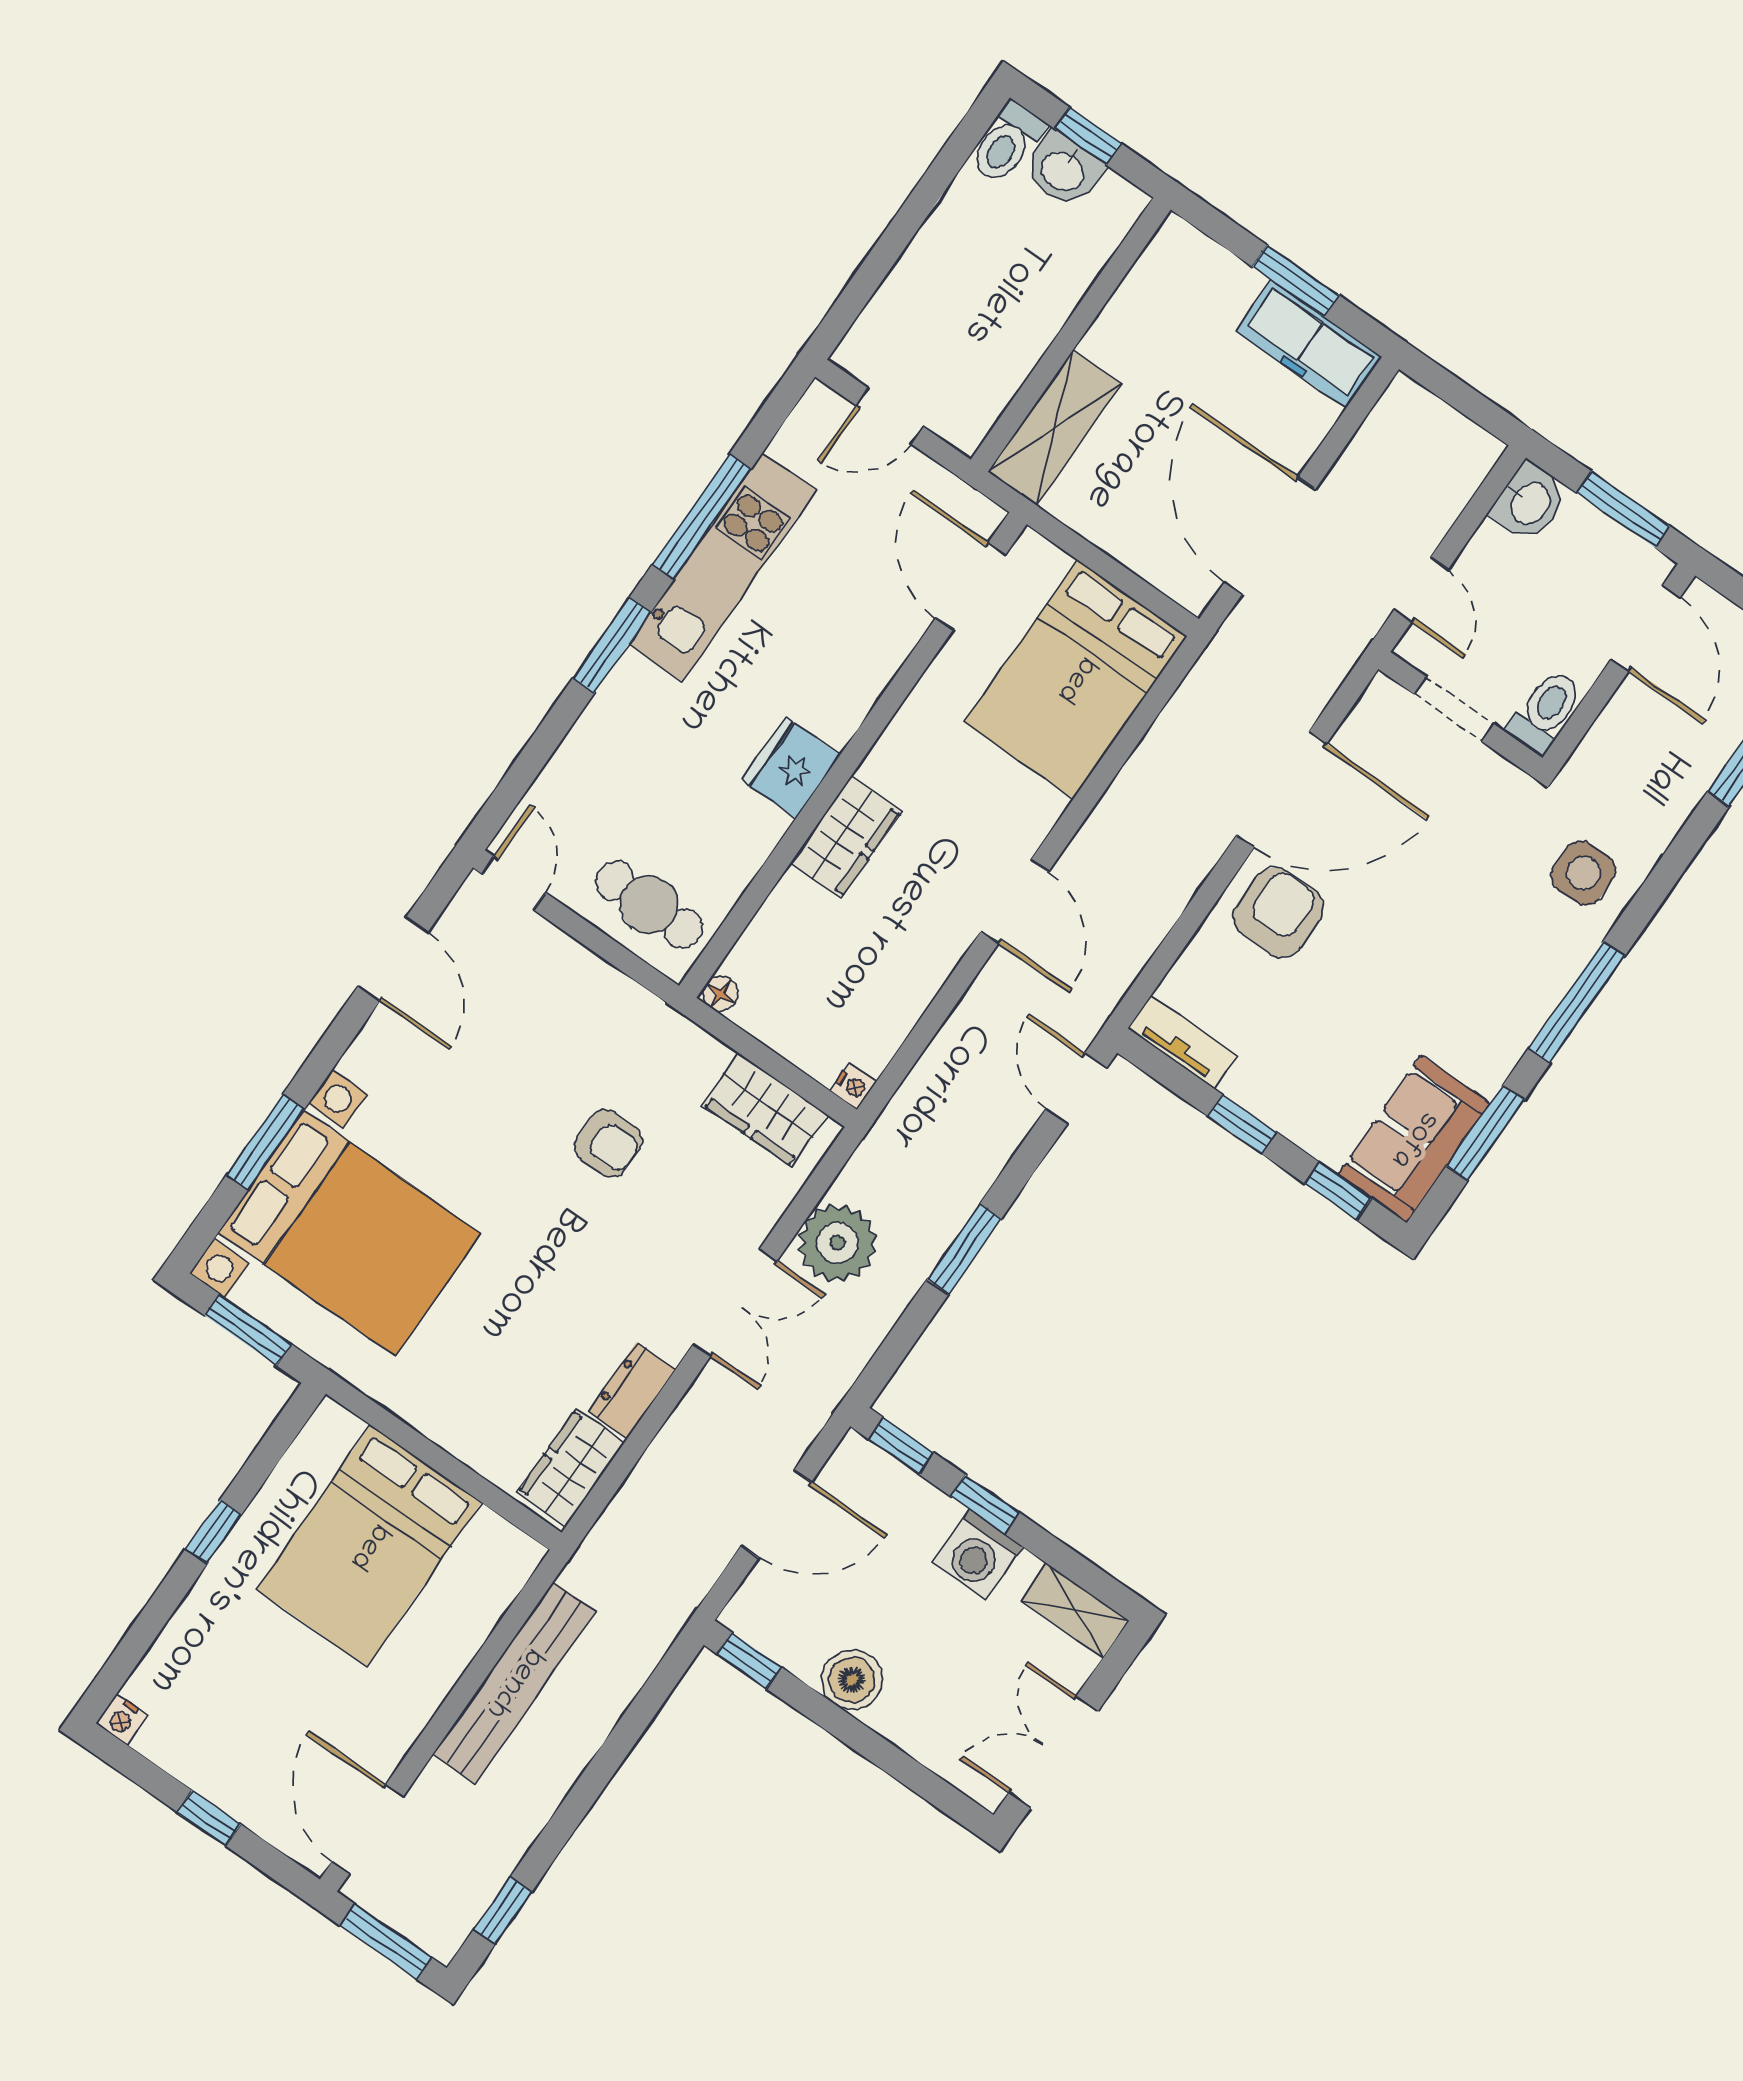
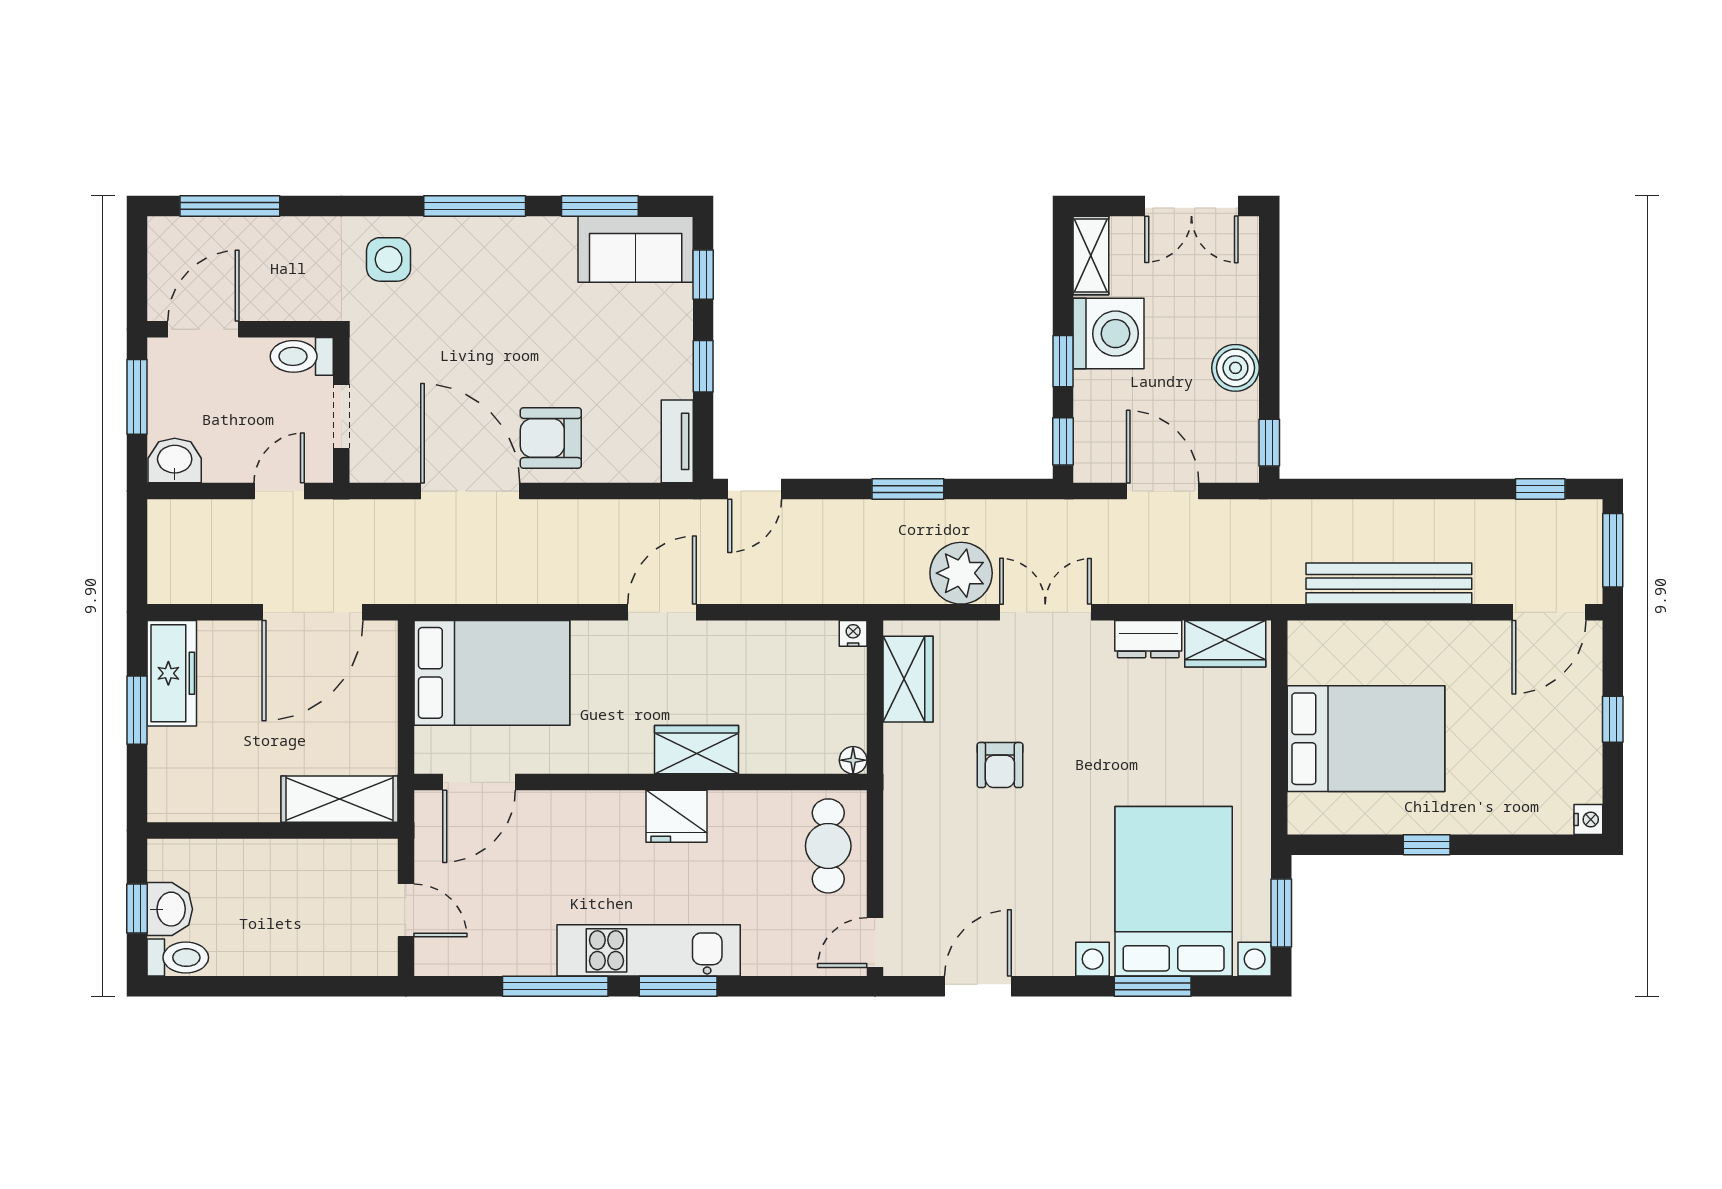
kitchen unit: (722, 567) -> (649, 950), moved
armchair: (608, 1144) -> (1000, 765), turned 180
washing machine: (978, 1555) -> (1108, 334), width x1.37, depth x1.37

